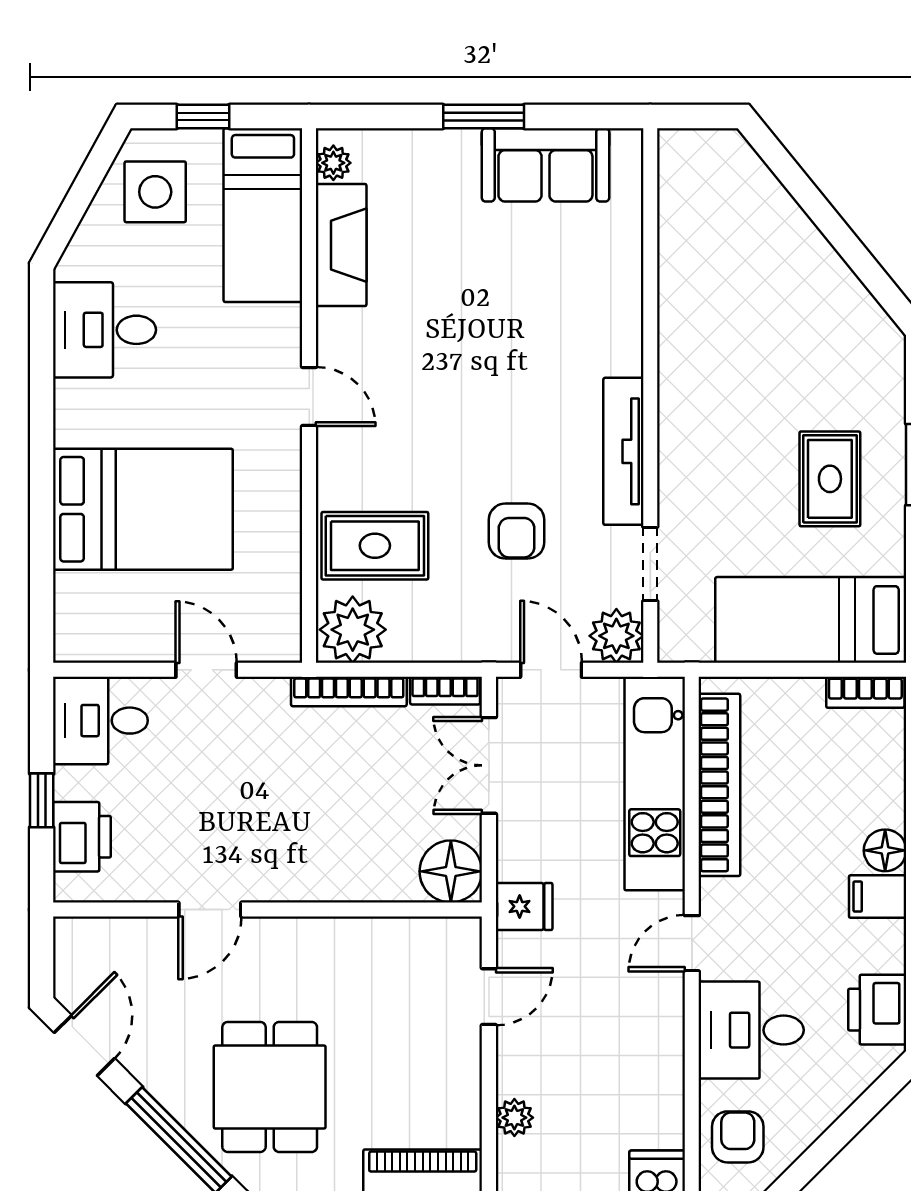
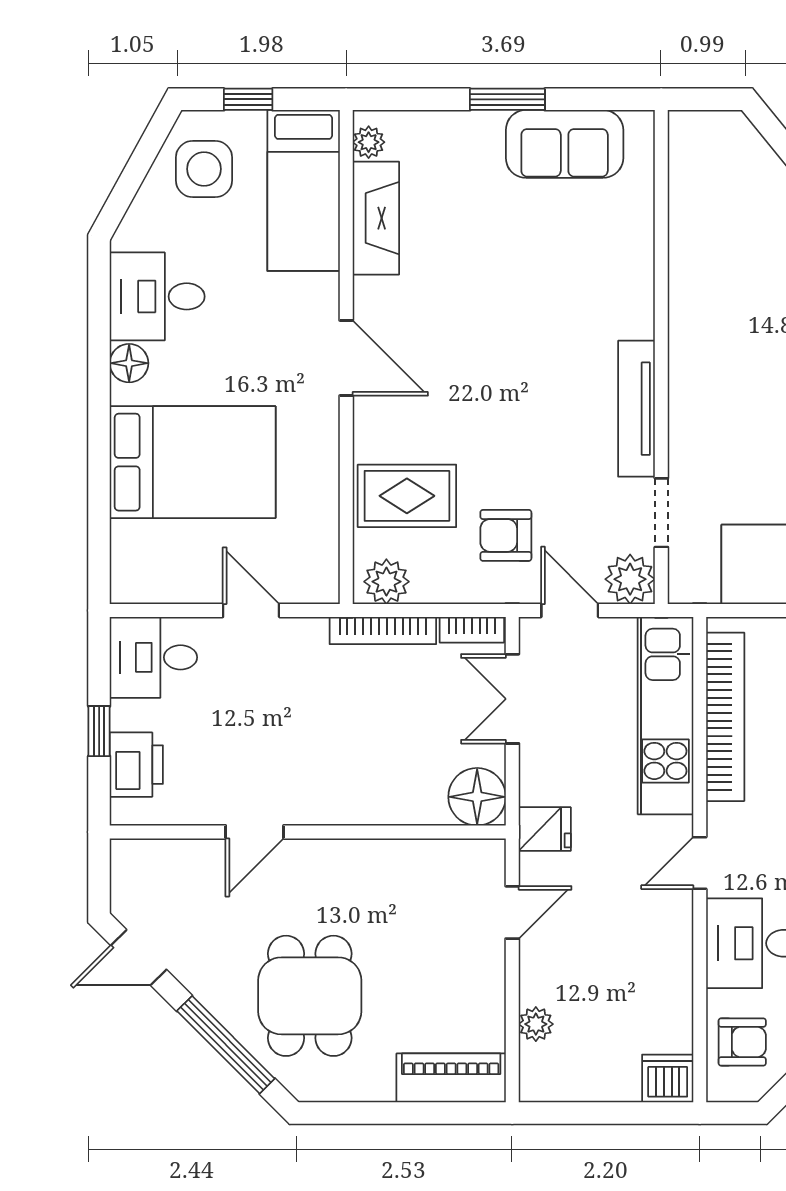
door: (309, 397) -> (346, 358), width x1.38
floor lamp: (74, 402) -> (129, 363), added
armchair: (517, 531) -> (506, 535), moved, turned 90
plant: (353, 630) -> (386, 582), width x0.73, depth x0.73
door: (84, 1045) -> (139, 958), swing flipped
armchair: (738, 1137) -> (742, 1042), turned 90

